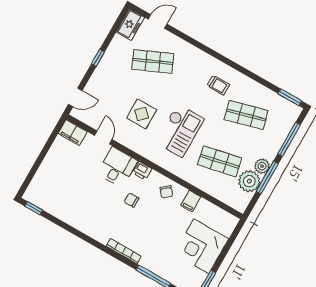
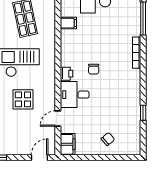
door: (75, 97) -> (40, 158), hinge flipped
chair: (166, 192) -> (108, 139), moved
window: (34, 208) -> (143, 113), moved

